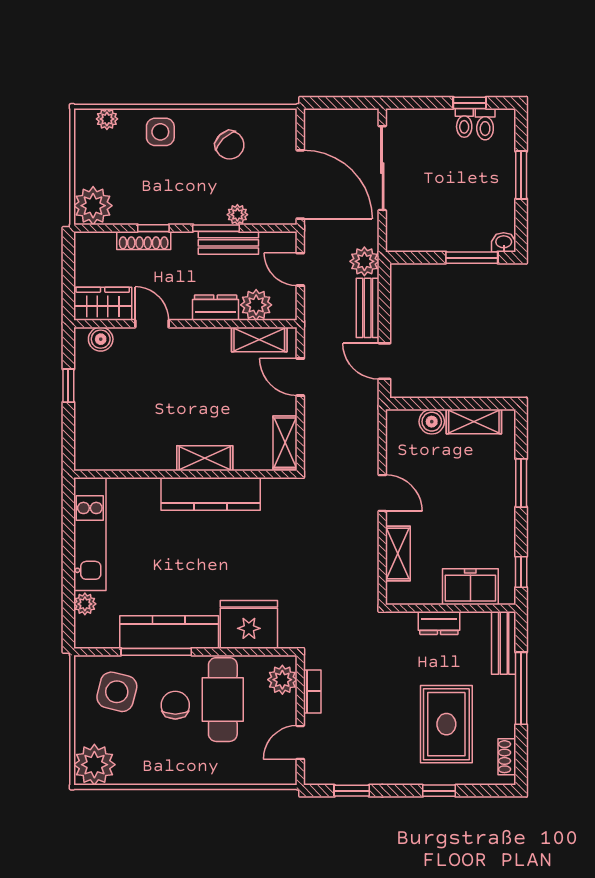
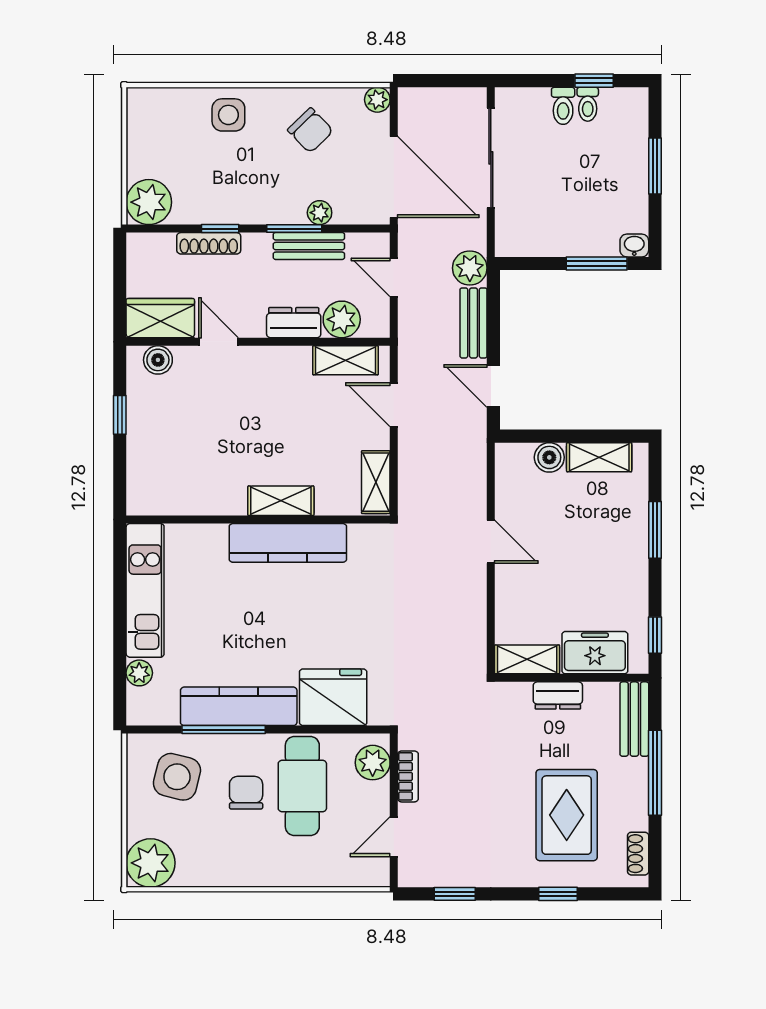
plant: (107, 119) -> (377, 100), moved
toilet: (485, 124) -> (563, 106), moved
shelving: (398, 553) -> (527, 659), moved, turned 90

